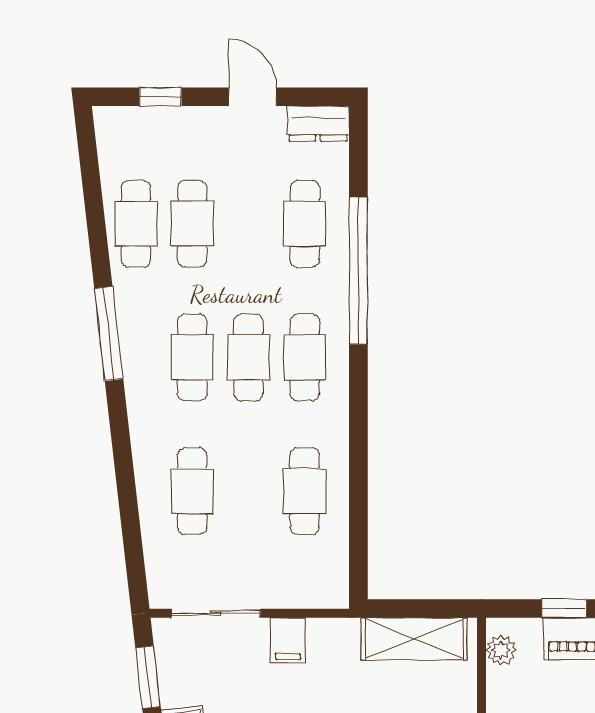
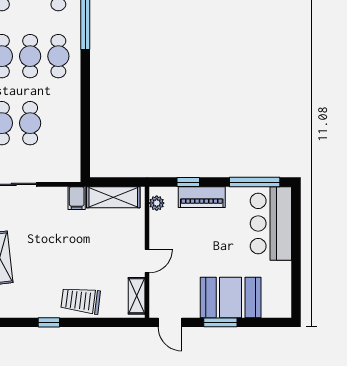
cafe table: (305, 491) -> (30, 123), moved
filing cabinet: (288, 640) -> (77, 198), moved

